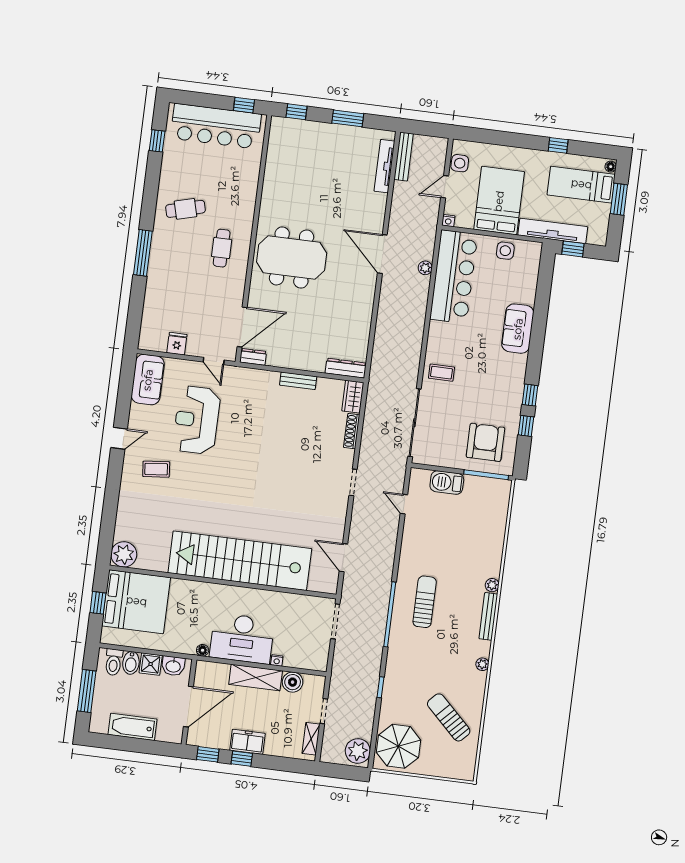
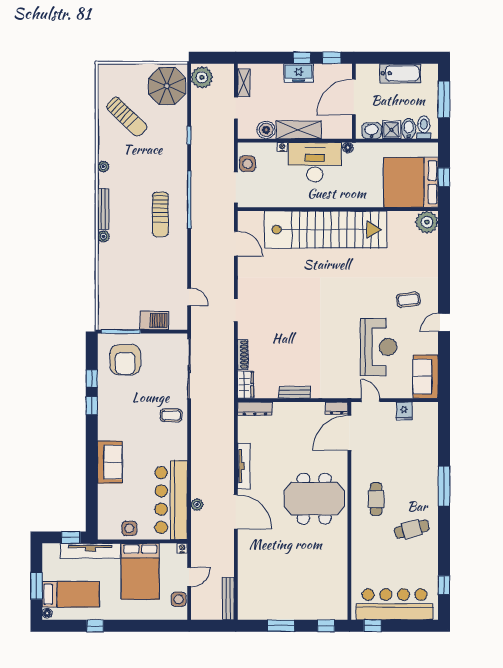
tv unit: (384, 166) -> (244, 466), moved
side table: (319, 647) -> (247, 164), added

